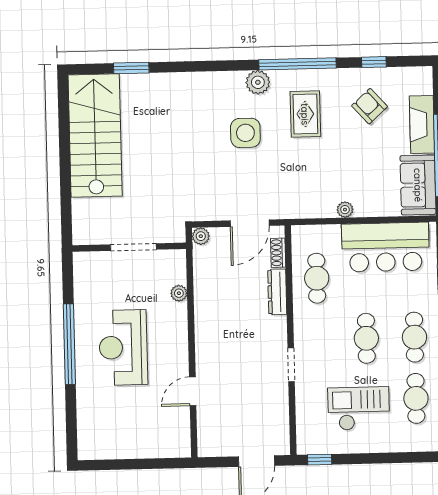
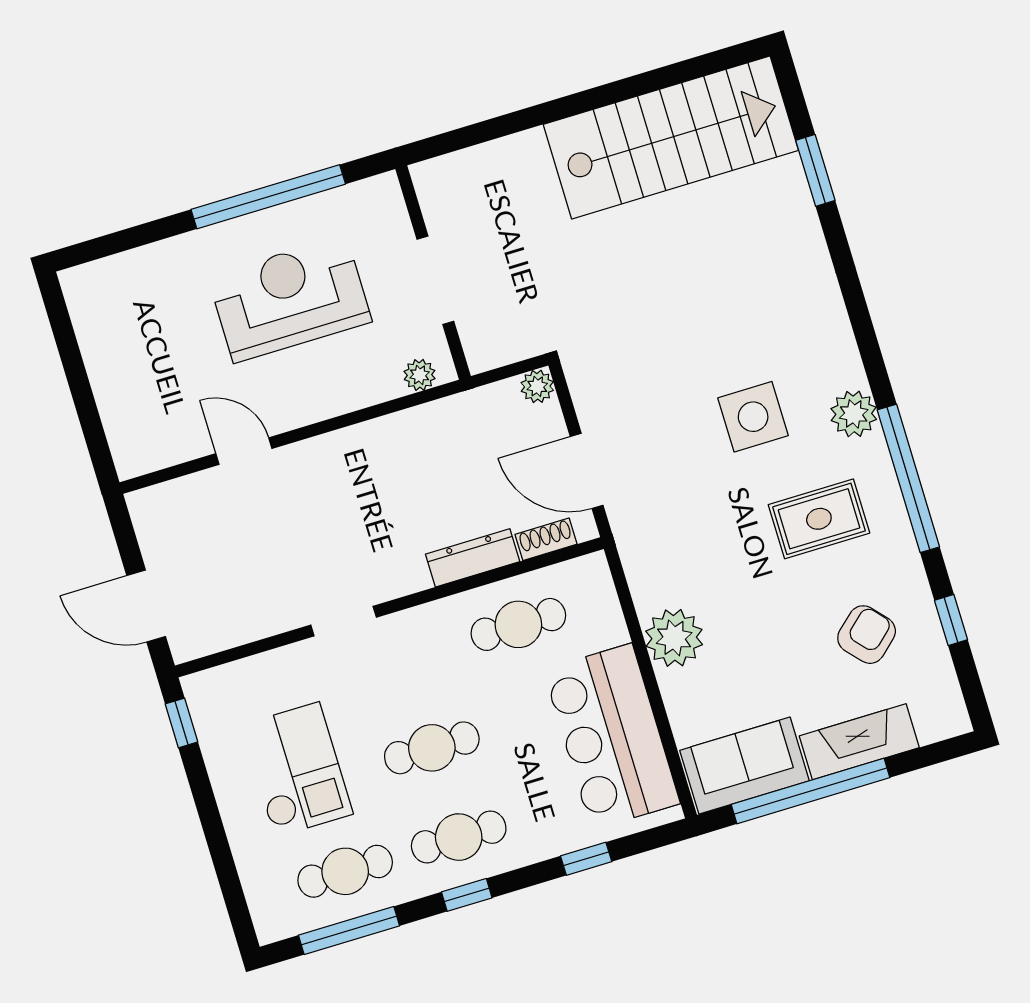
plant: (345, 210) -> (674, 638), width x1.87, depth x1.87
wall: (129, 247) -> (433, 273), moved
doorway: (133, 247) -> (435, 280), moved

